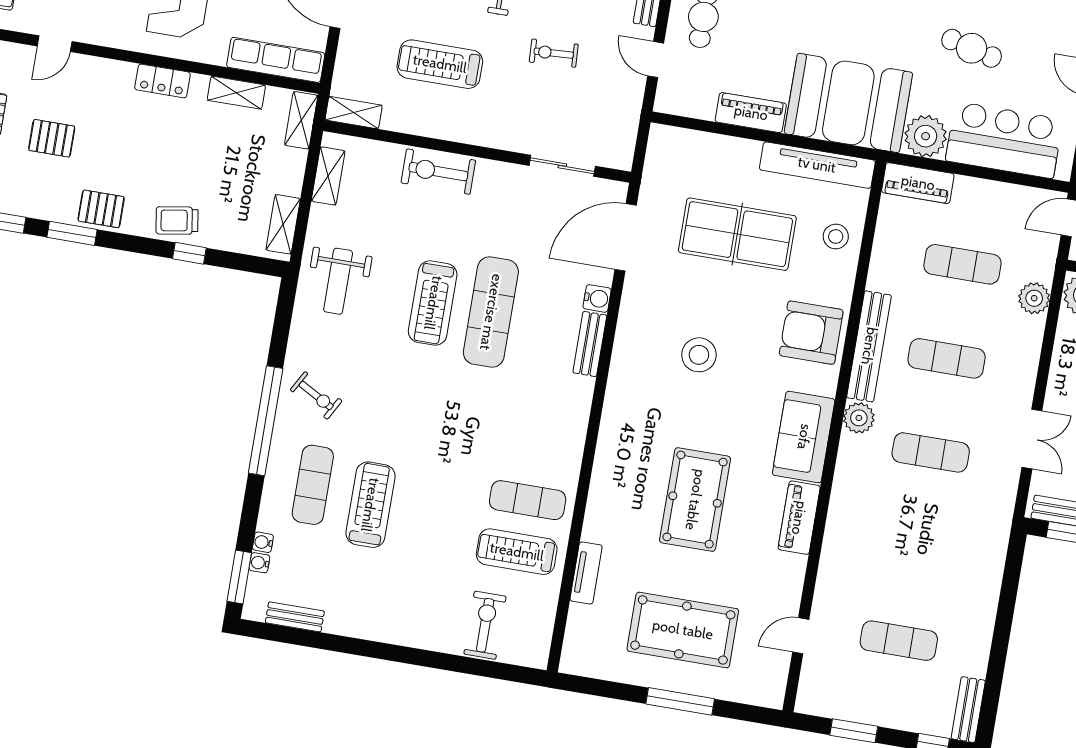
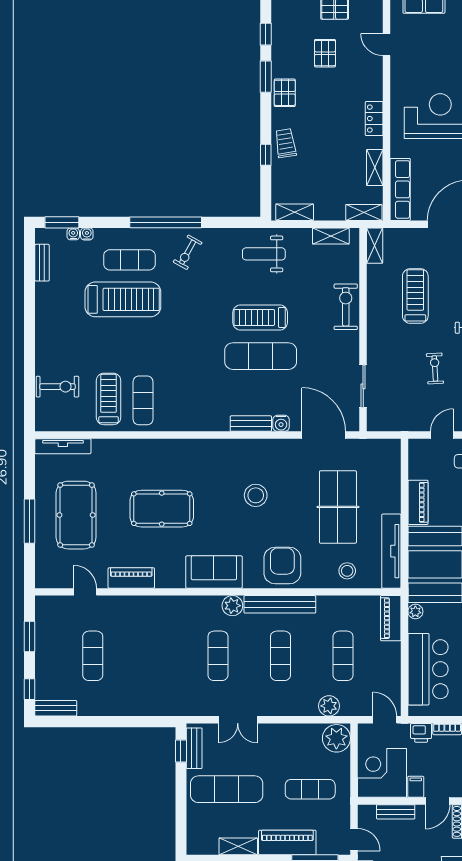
plant: (926, 136) -> (415, 612), width x0.53, depth x0.53
treadmill: (370, 505) -> (123, 299), width x1.37, depth x1.38
piano: (799, 518) -> (131, 578), moved
tv unit: (586, 573) -> (63, 446), moved, width x1.41

